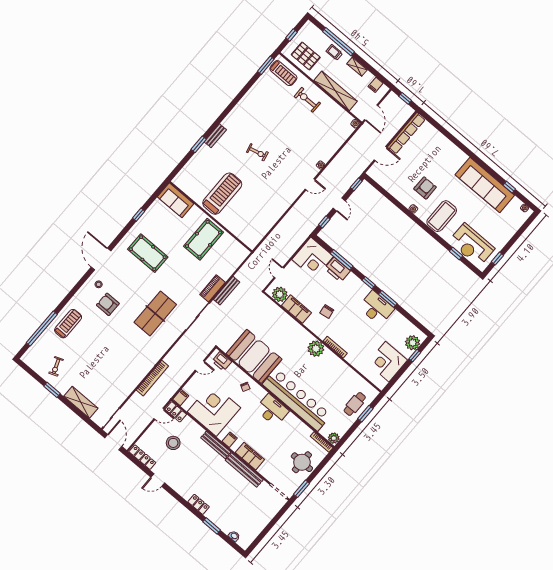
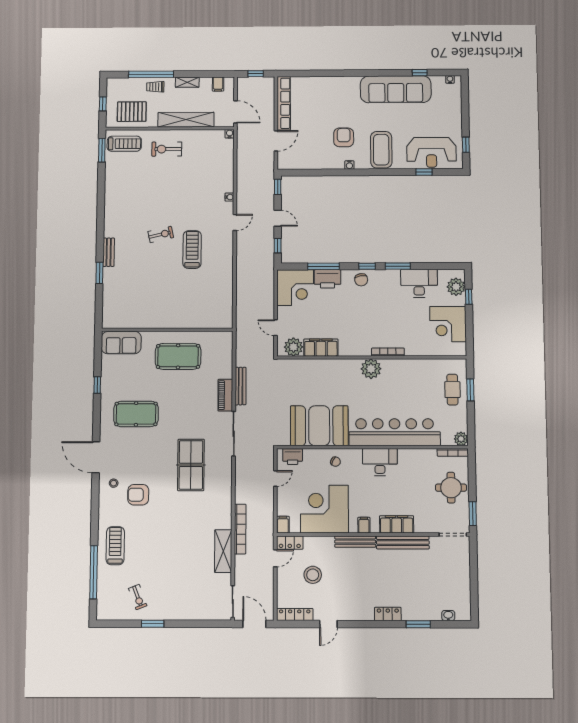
treadmill: (222, 194) -> (192, 250), moved, width x0.73, depth x0.73
pool table: (204, 239) -> (178, 356), turned 90
desk: (376, 308) -> (419, 283), moved
chair: (327, 311) -> (361, 280), moved
shelving: (81, 402) -> (223, 551), moved, turned 90

